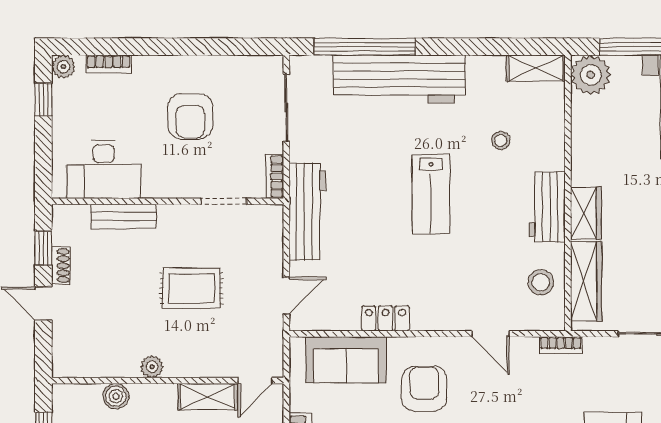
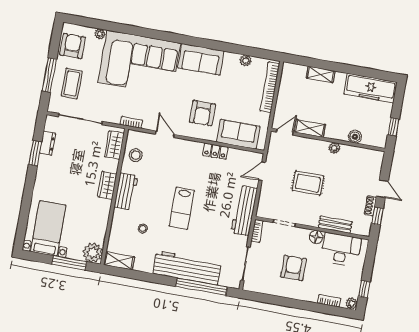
floor lamp: (156, 185) -> (316, 237), added
lab bench: (431, 194) -> (182, 208), turned 180
wardrobe: (586, 281) -> (114, 145), width x0.67

